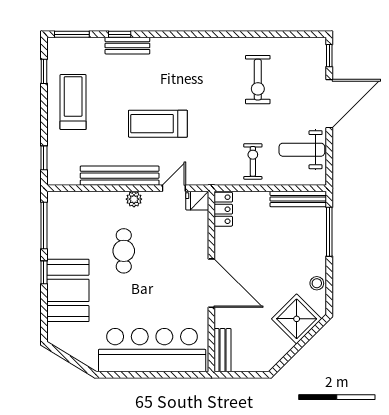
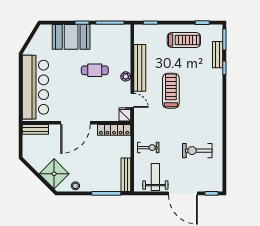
bench: (127, 46) -> (218, 55), moved
locker: (223, 209) -> (114, 130), width x1.53

